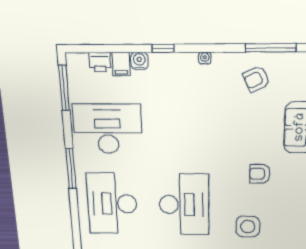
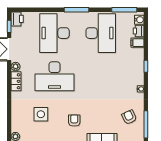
water cooler: (139, 61) -> (139, 20), moved
desk: (112, 204) -> (54, 33), turned -90

